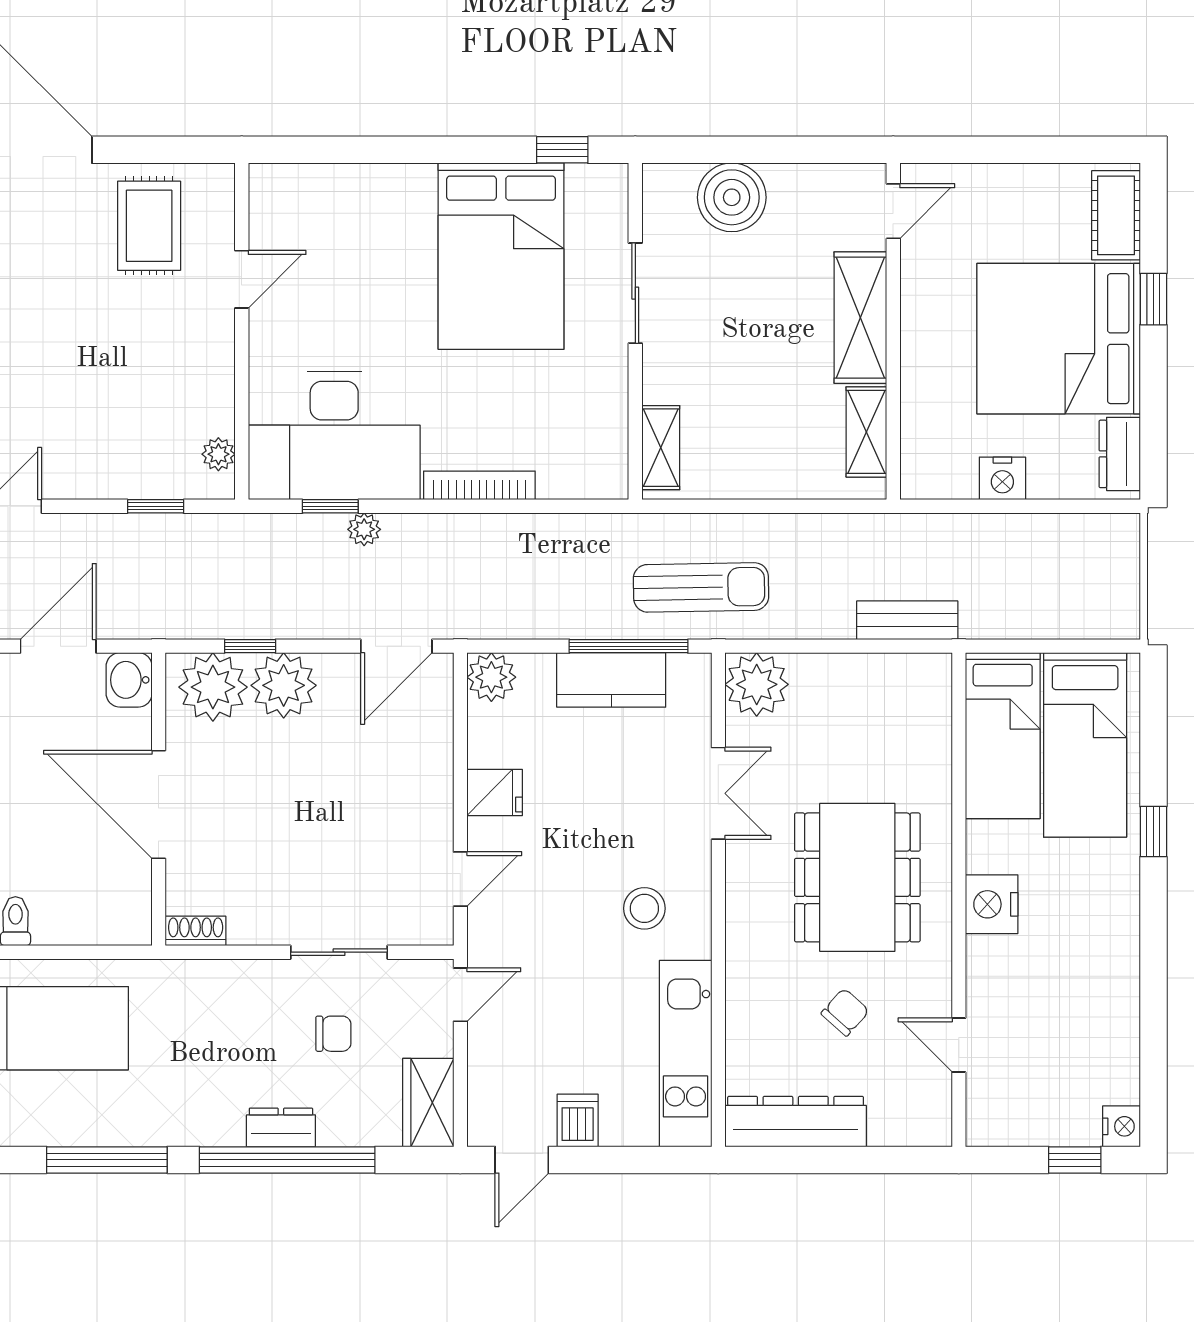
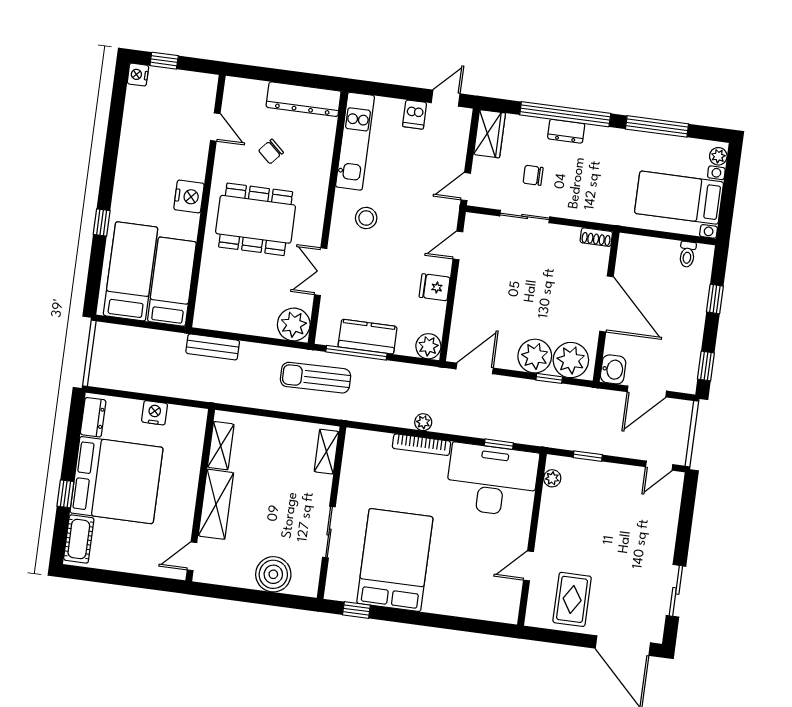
plant: (364, 529) -> (423, 422), moved
dining table: (857, 877) -> (256, 219), turned 90

